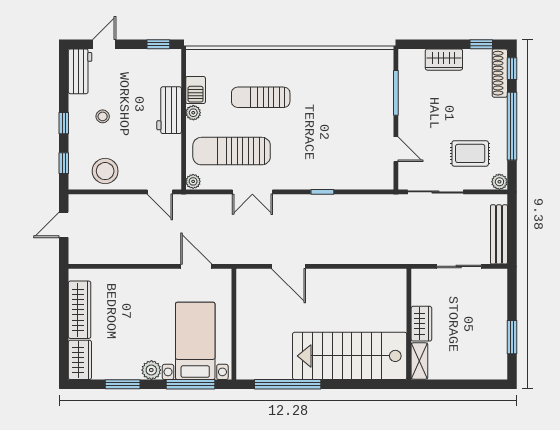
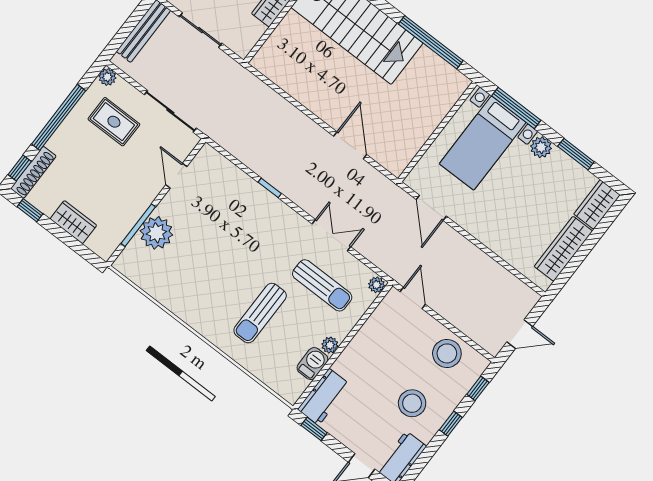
sun lounger: (261, 97) -> (260, 313), turned 90
plant: (379, 97) -> (156, 233), added
workbench: (169, 110) -> (324, 397), moved
stool: (103, 116) -> (412, 403), width x1.89, depth x1.89
sun lounger: (232, 151) -> (322, 285), width x0.73, depth x0.75

